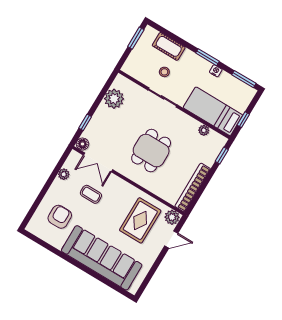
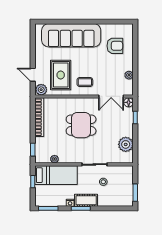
cot: (169, 46) -> (86, 200), moved
dining table: (151, 151) -> (81, 125), turned 90
double door: (98, 162) -> (111, 96), swing flipped
coffee table: (91, 194) -> (85, 82), moved
armchair: (60, 217) -> (115, 46), turned -90
door: (171, 239) -> (33, 75), hinge flipped

